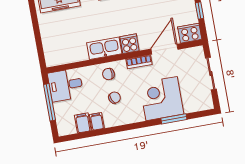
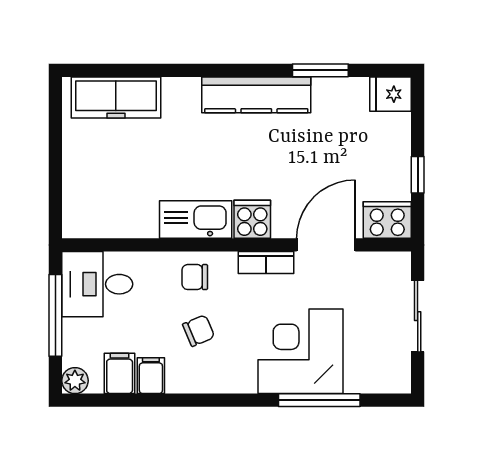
window: (174, 119) -> (319, 400), width x1.44
plant: (63, 130) -> (75, 381), added

